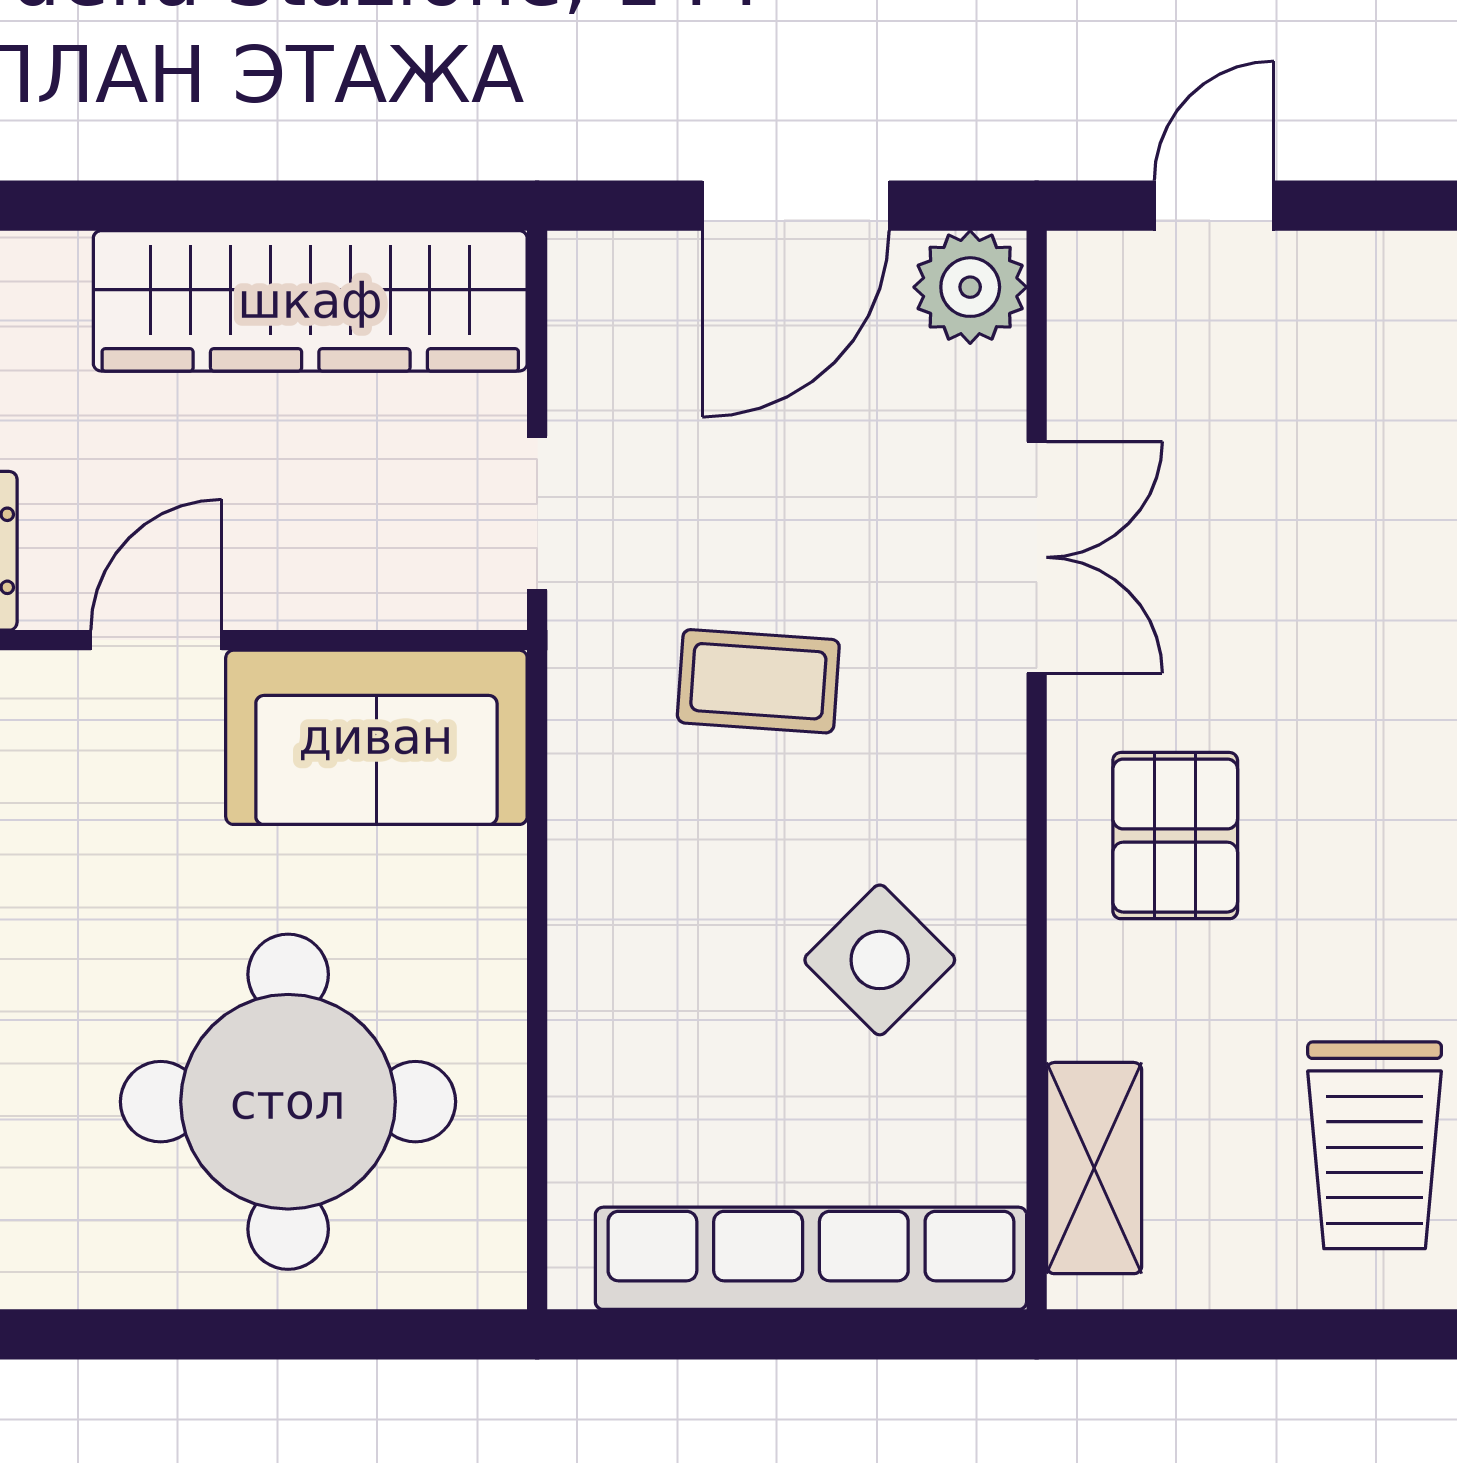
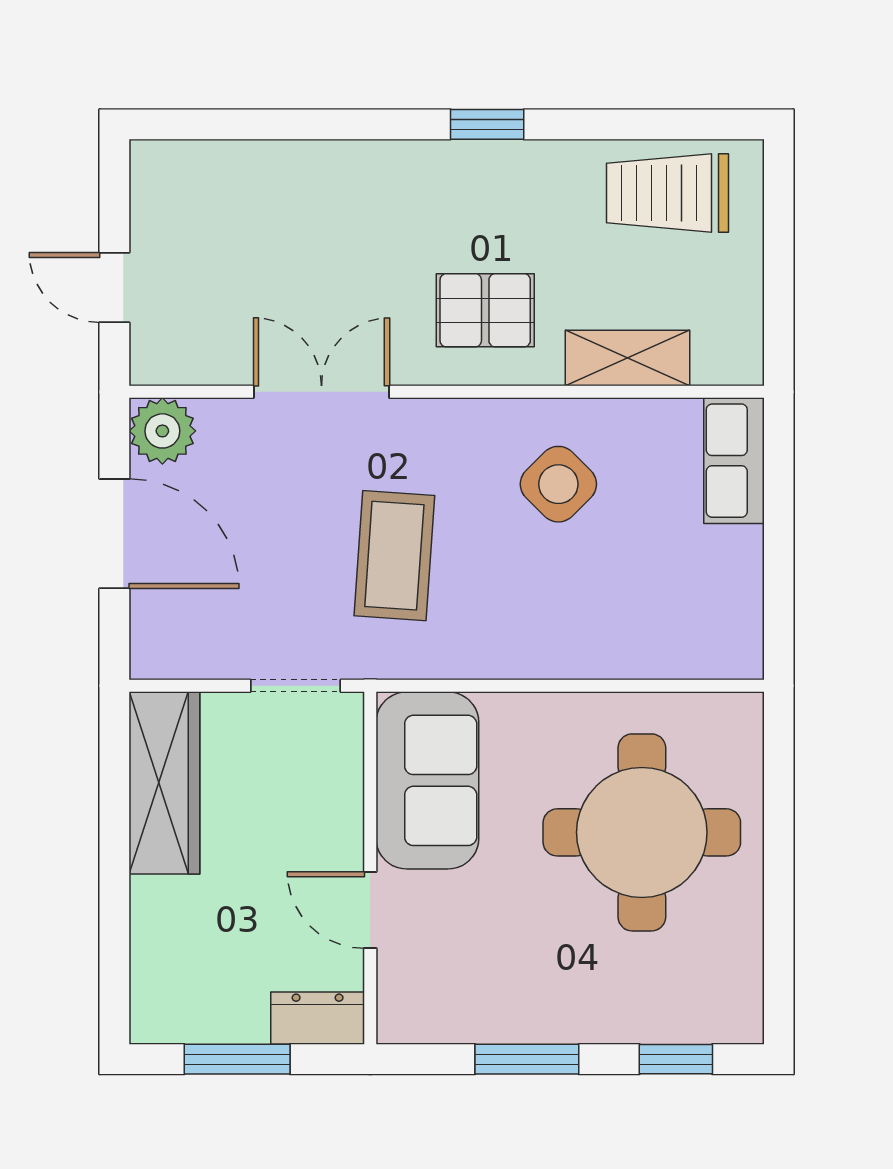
wardrobe: (310, 301) -> (164, 783), width x0.71, depth x0.85
coffee table: (758, 681) -> (394, 556), width x1.36, depth x1.30
trolley: (1375, 1145) -> (667, 193), turned 180
shelving: (1094, 1168) -> (628, 358), moved
row of seats: (811, 1258) -> (734, 461), width x0.50

